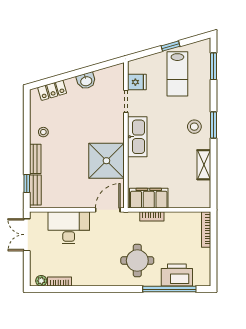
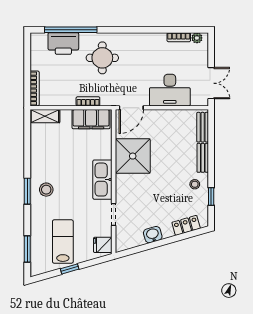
fridge: (137, 82) -> (103, 245), moved
shelving: (204, 165) -> (45, 116), moved, turned 90
window: (27, 184) -> (211, 197), moved

